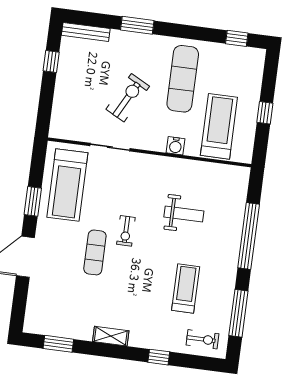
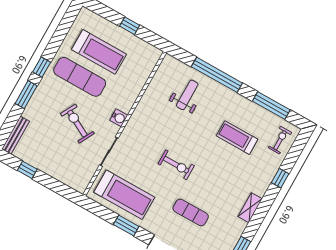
window: (237, 38) -> (42, 67), moved
treadmill: (219, 126) -> (99, 52), moved, turned 180
water cooler: (176, 146) -> (119, 118), moved
weight bench: (184, 214) -> (187, 95), moved
exercise bike: (126, 231) -> (176, 165), width x1.38, depth x1.39
exercise mat: (95, 252) -> (191, 213), moved

